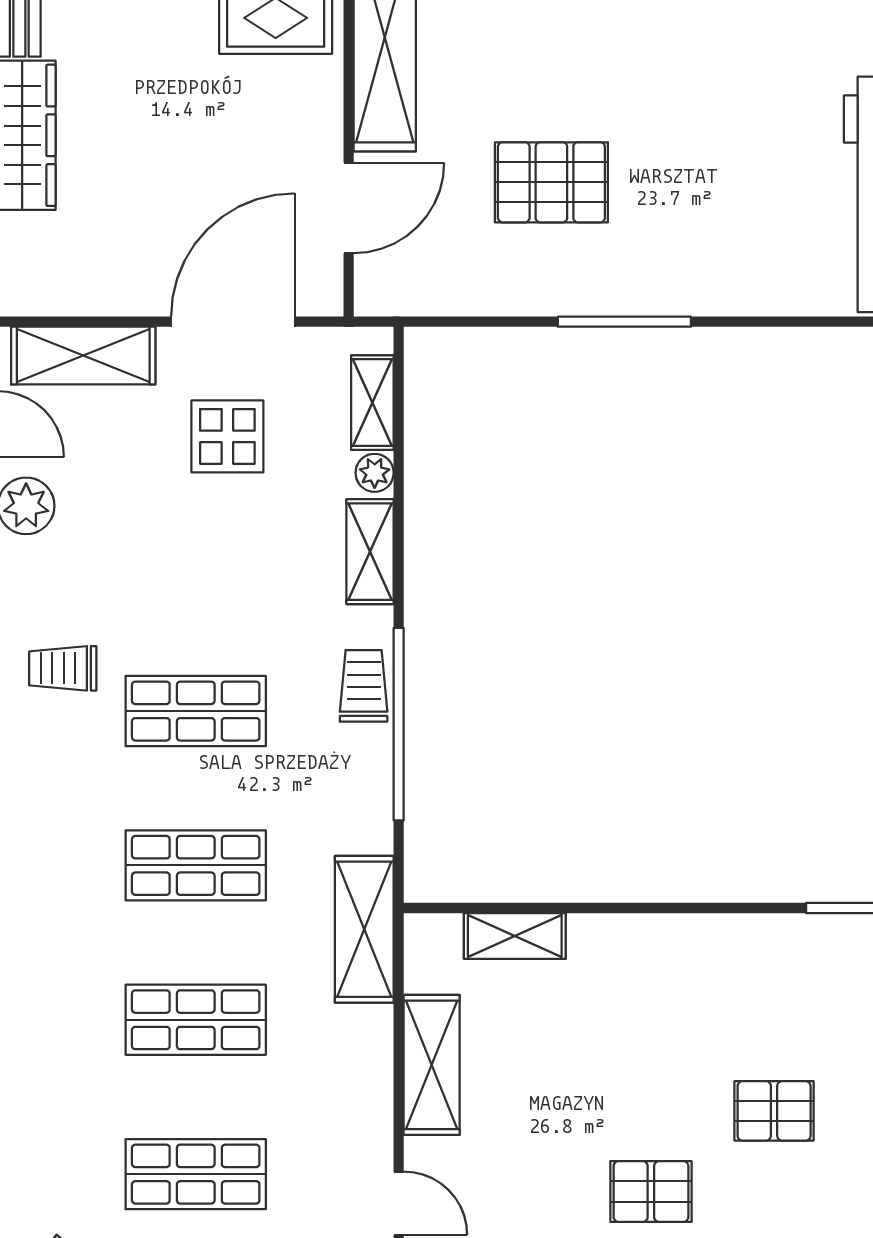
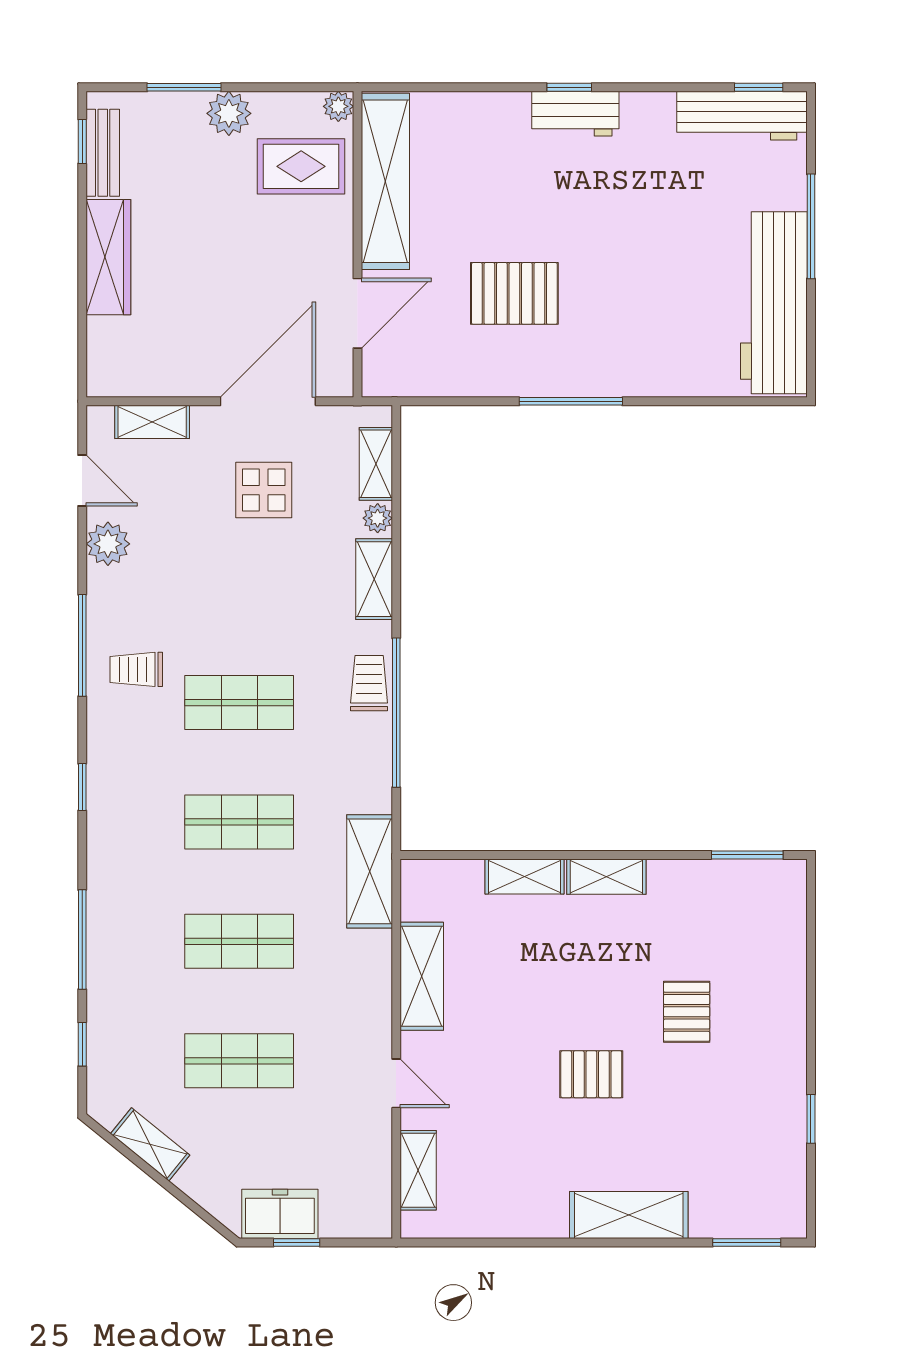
shelving: (83, 356) -> (152, 422), width x0.67, depth x0.75
shelving: (515, 936) -> (525, 876), moved
shelving: (670, 936) -> (606, 877), added
pallet: (774, 1111) -> (687, 1012), turned 90

